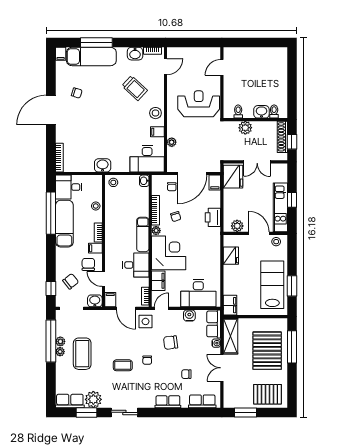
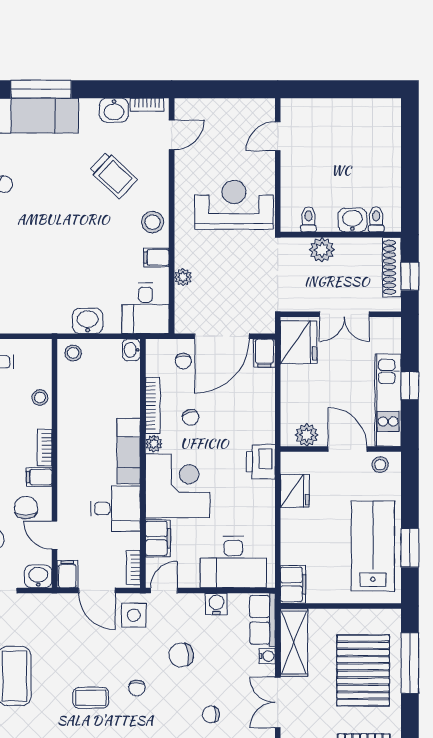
desk: (147, 159) -> (145, 308), width x0.73
washbasin: (103, 165) -> (88, 321), moved
printer: (213, 217) -> (261, 462), moved

